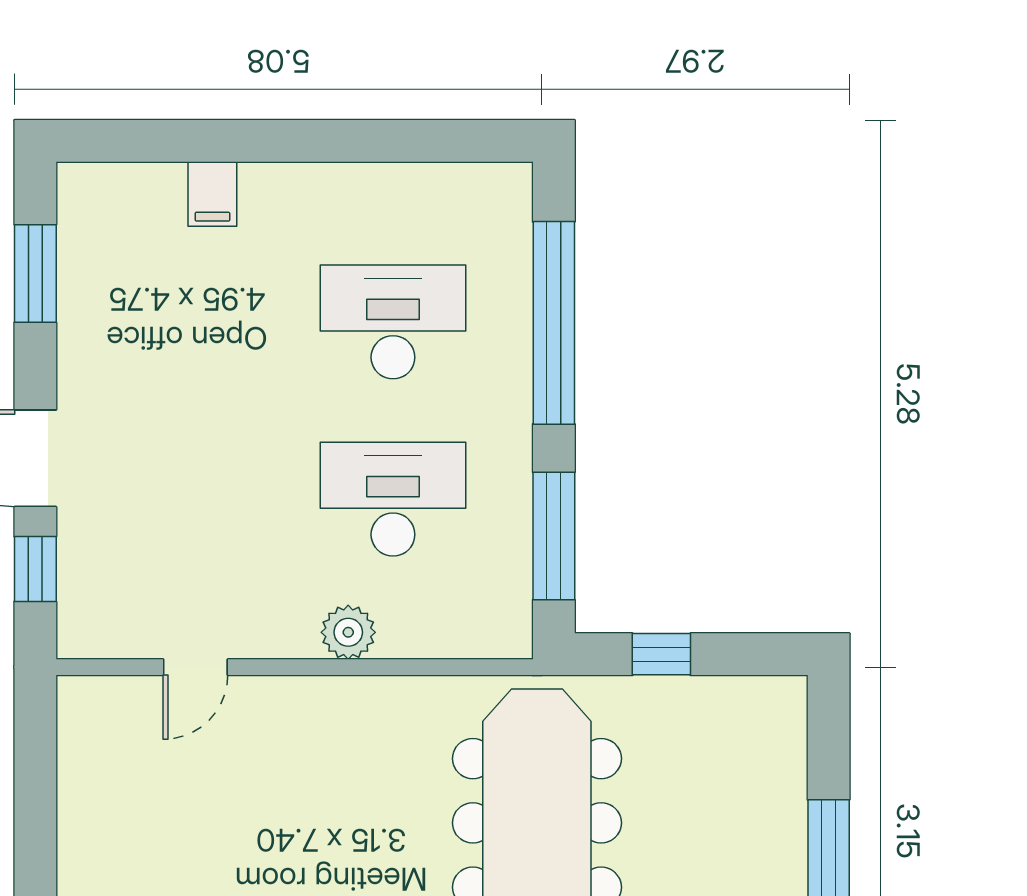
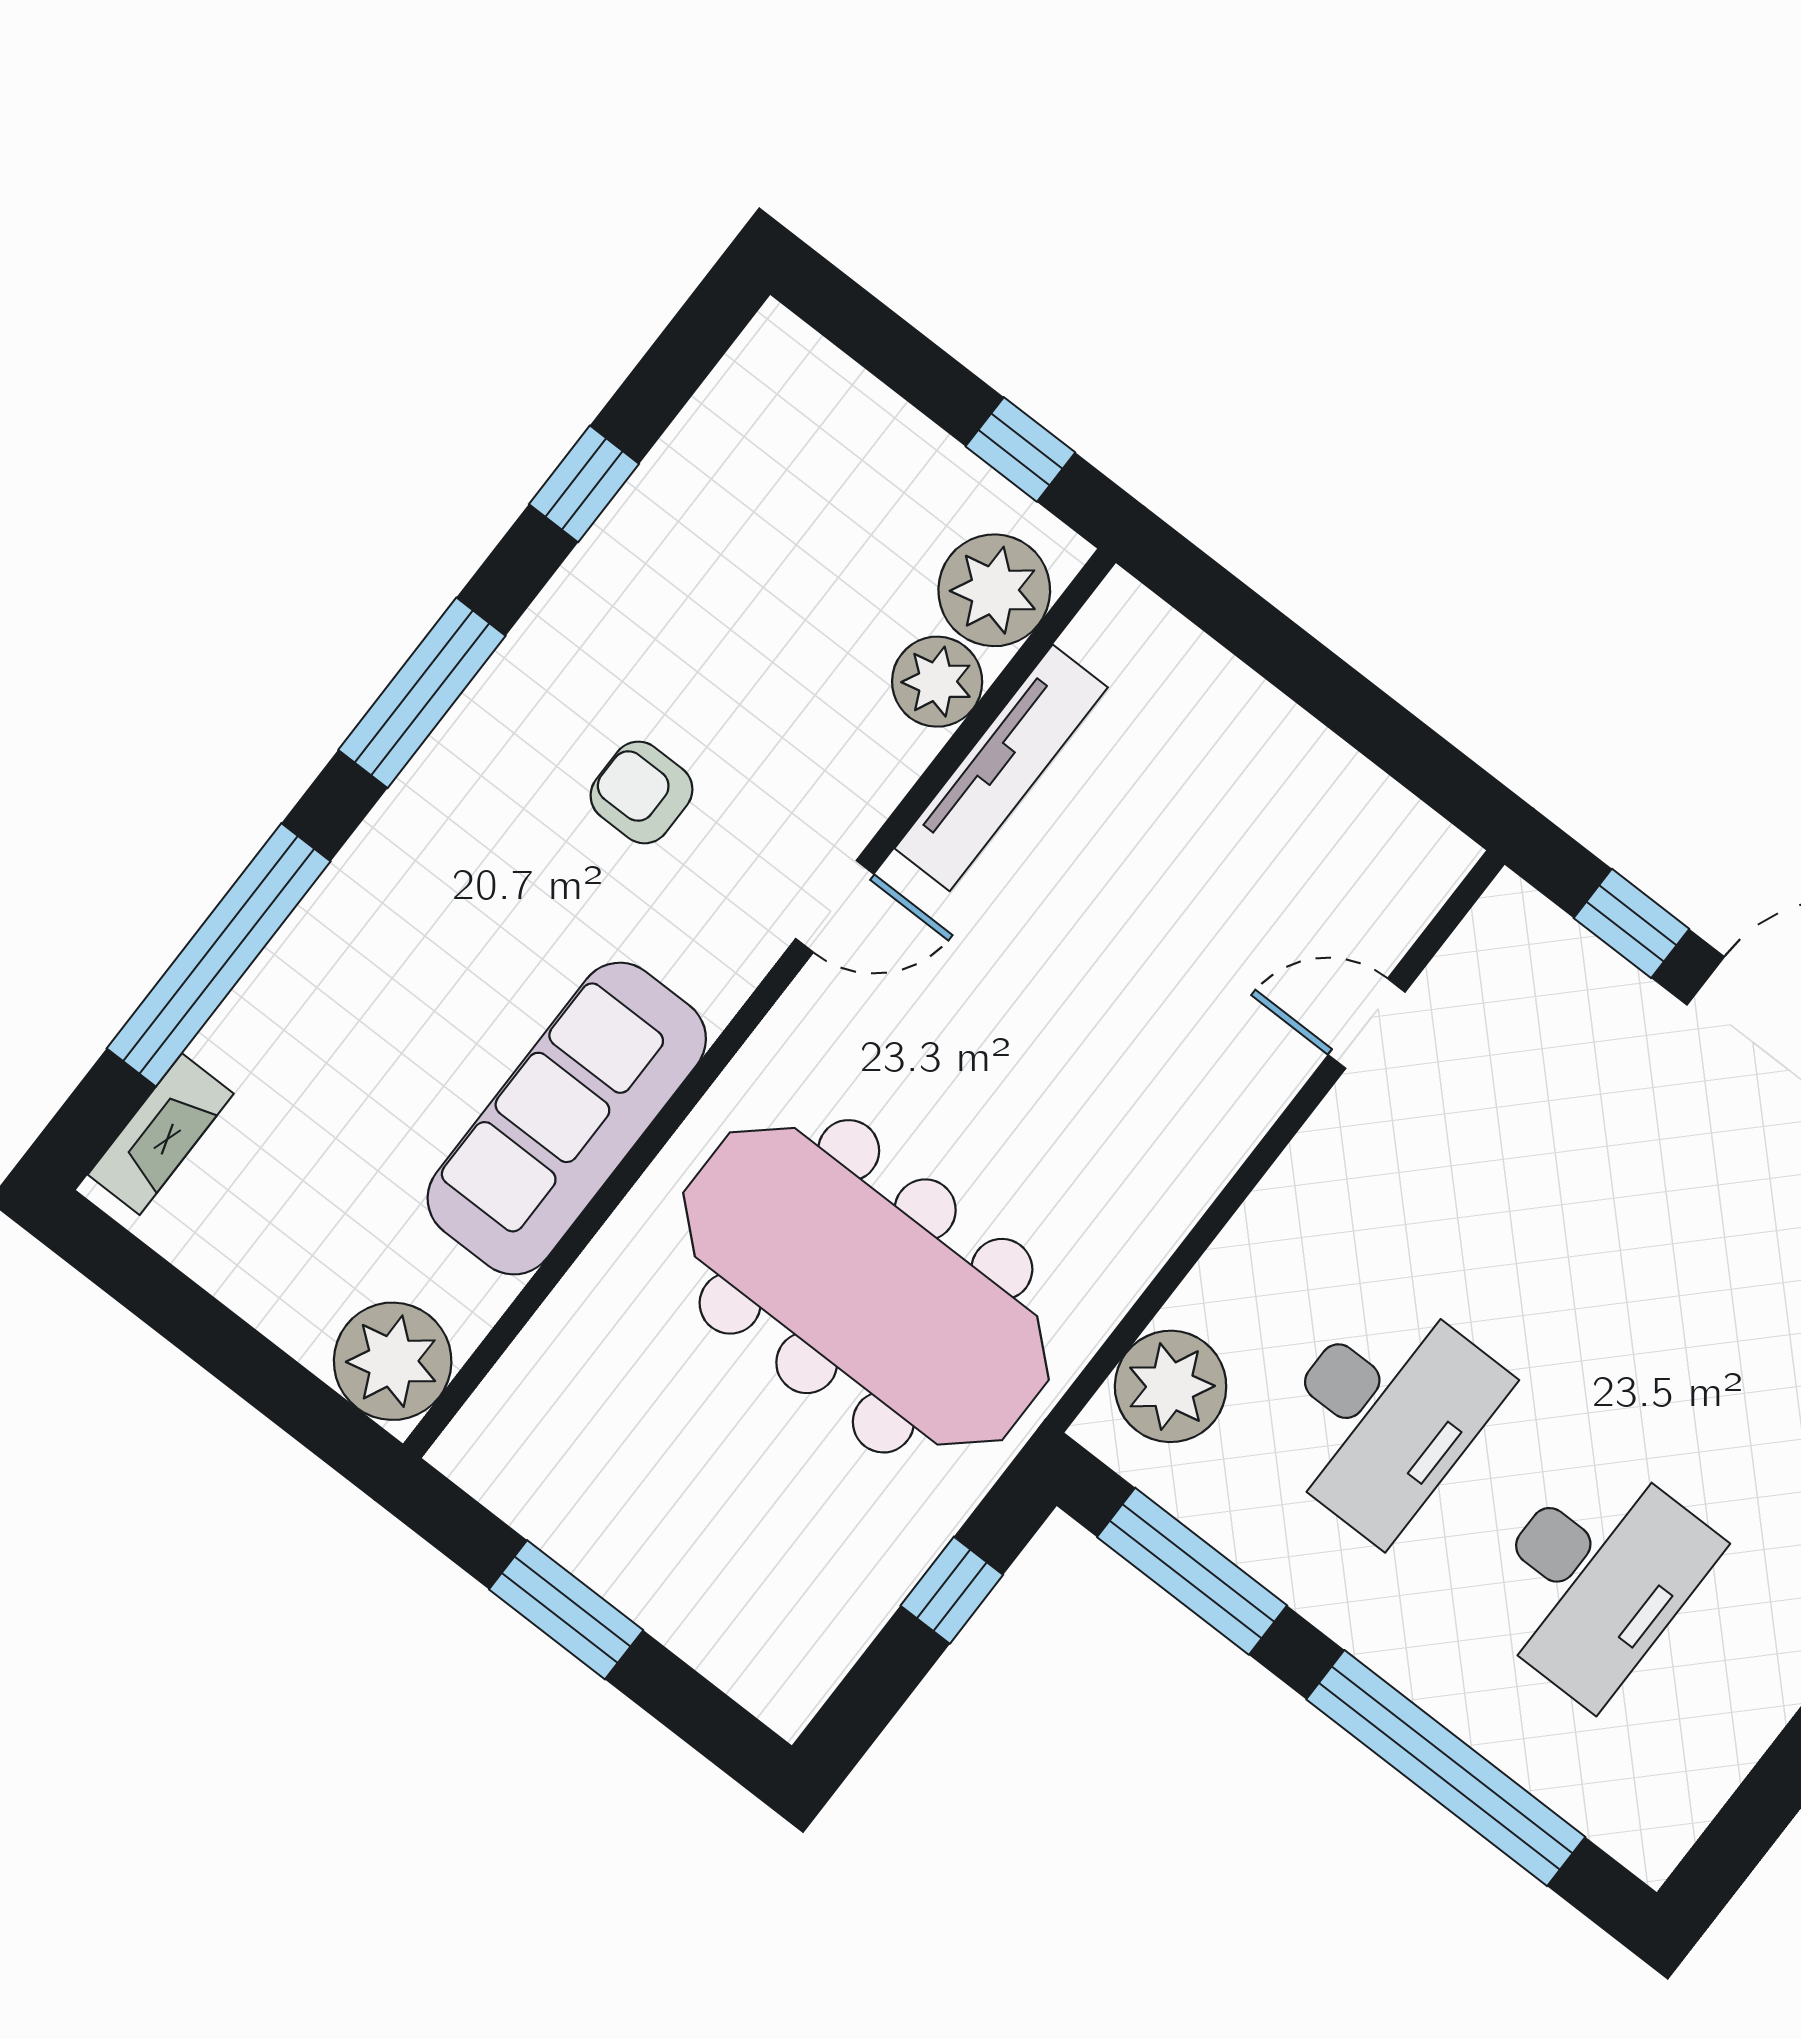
plant: (348, 632) -> (1171, 1386), moved, width x1.36, depth x1.36
door: (195, 667) -> (1367, 1023), hinge flipped

